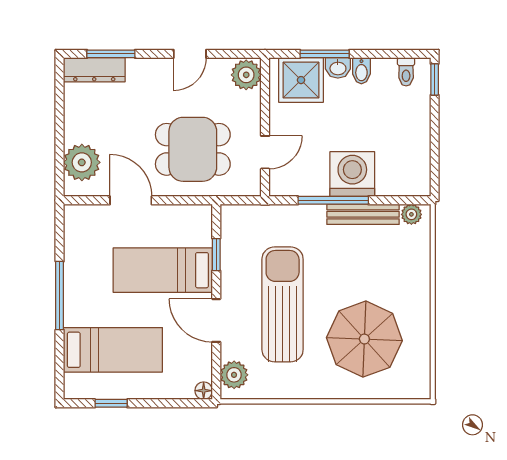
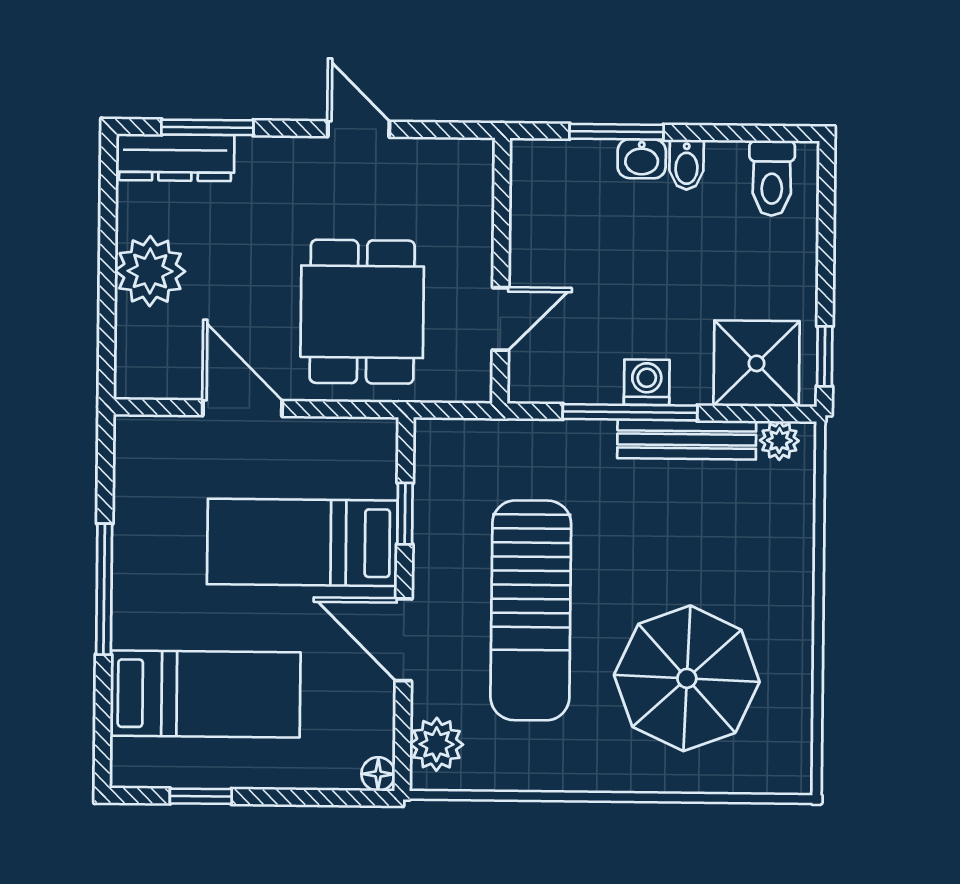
door: (190, 54) -> (359, 129), swing flipped
toilet: (406, 72) -> (772, 178), width x1.37, depth x1.39
plant: (246, 75) -> (466, 170), removed
window: (435, 79) -> (825, 356), moved
shower: (301, 80) -> (757, 363), moved
dining table: (193, 149) -> (362, 312), turned 90
plant: (82, 162) -> (150, 271), moved
washing machine: (352, 174) -> (647, 382), width x0.53, depth x0.53
sun lounger: (283, 304) -> (531, 610), turned 180

